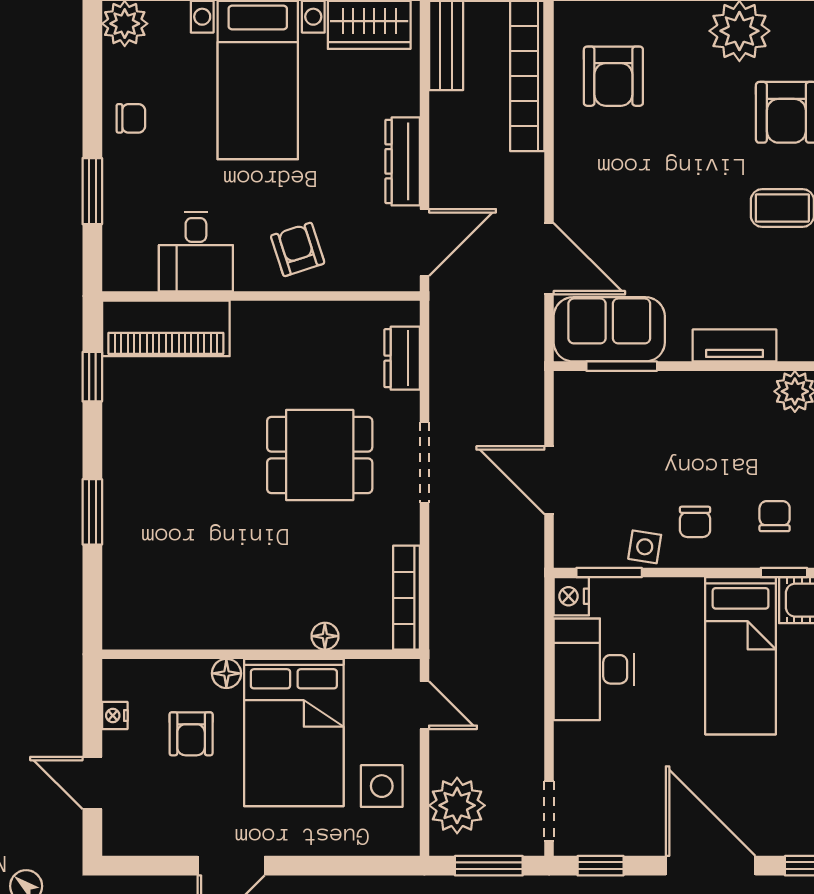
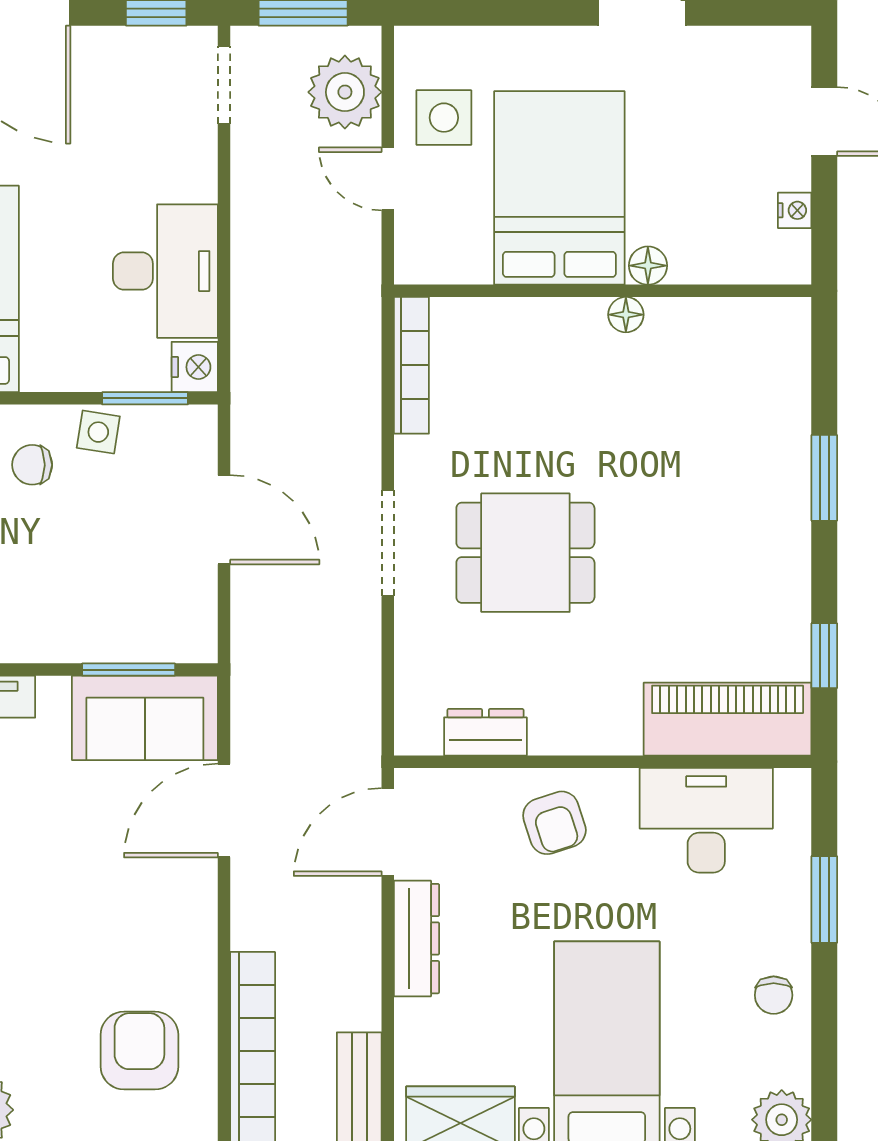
chair: (131, 118) -> (774, 995), turned -90
desk: (196, 251) -> (706, 820), width x1.37
door: (549, 259) -> (224, 811), hinge flipped
dresser: (402, 358) -> (485, 732), moved, turned -90
chair: (695, 522) -> (32, 465), turned -90
floor lamp: (325, 636) -> (626, 315), moved
door: (424, 705) -> (388, 179), moved
armchair: (191, 734) -> (695, 186), removed

